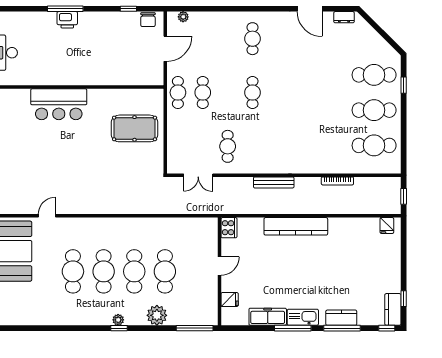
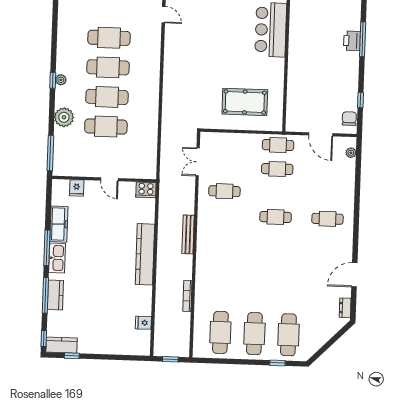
chair: (148, 20) -> (349, 119), turned 90
pool table: (135, 128) -> (245, 102), turned 90
fridge: (387, 226) -> (143, 323), moved

